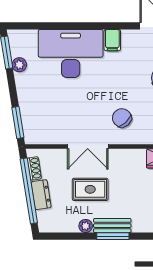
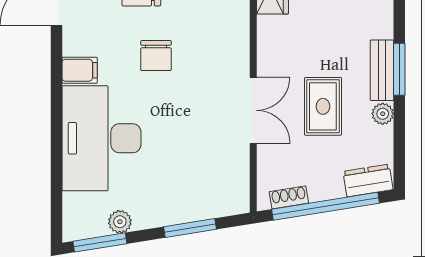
chair: (122, 118) -> (156, 56), moved, turned -48
window: (18, 123) -> (190, 228), moved
dresser: (41, 195) -> (368, 180), moved

